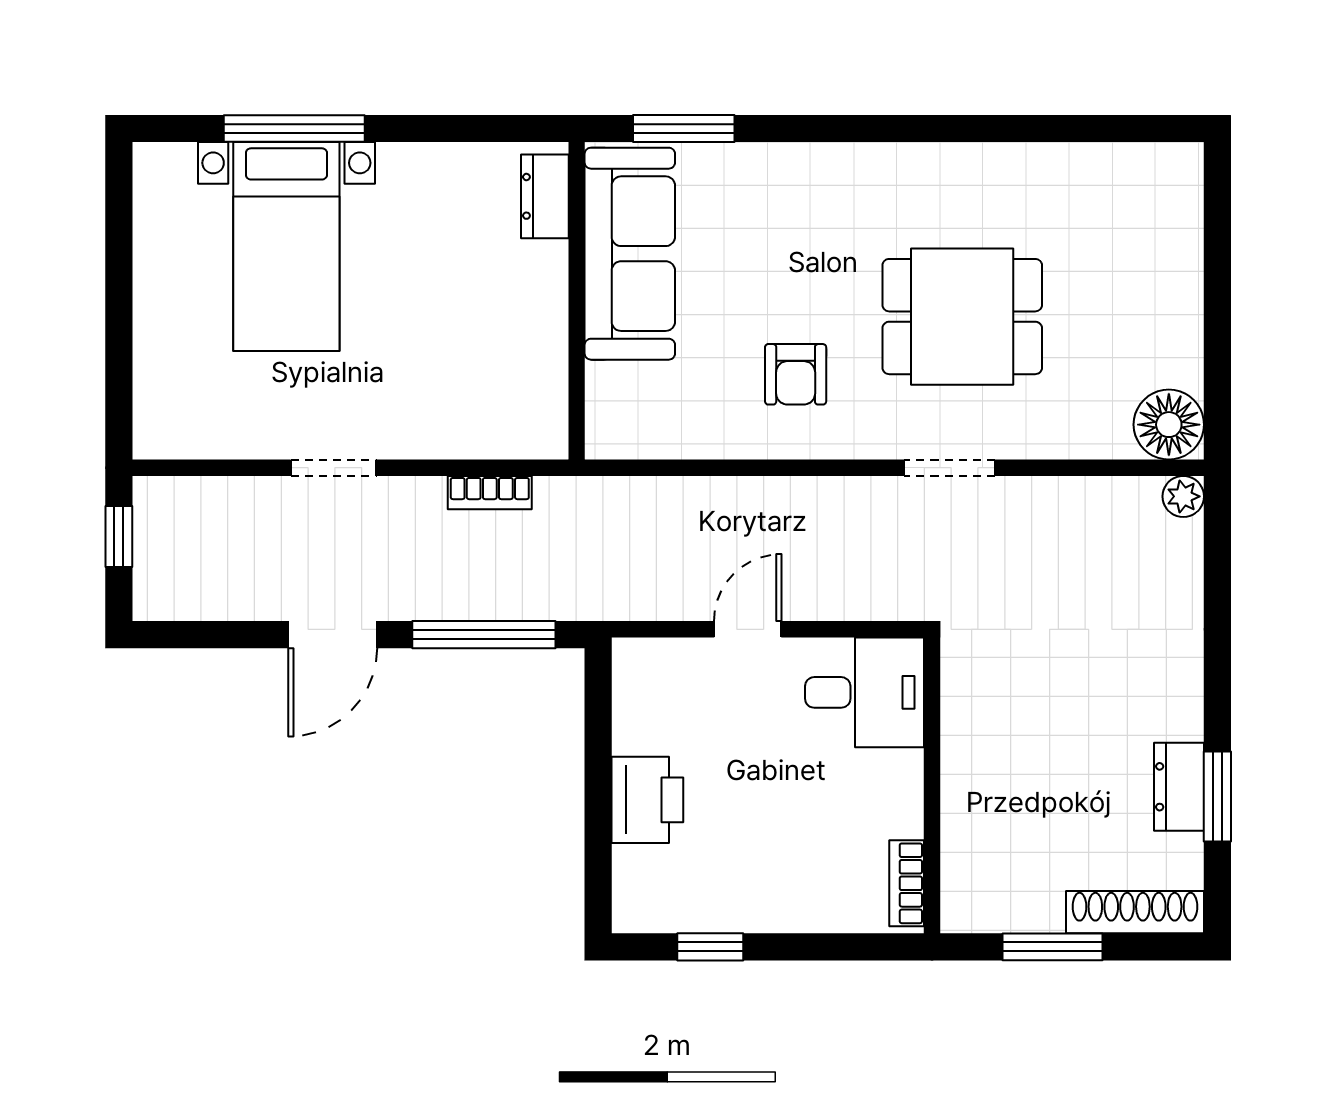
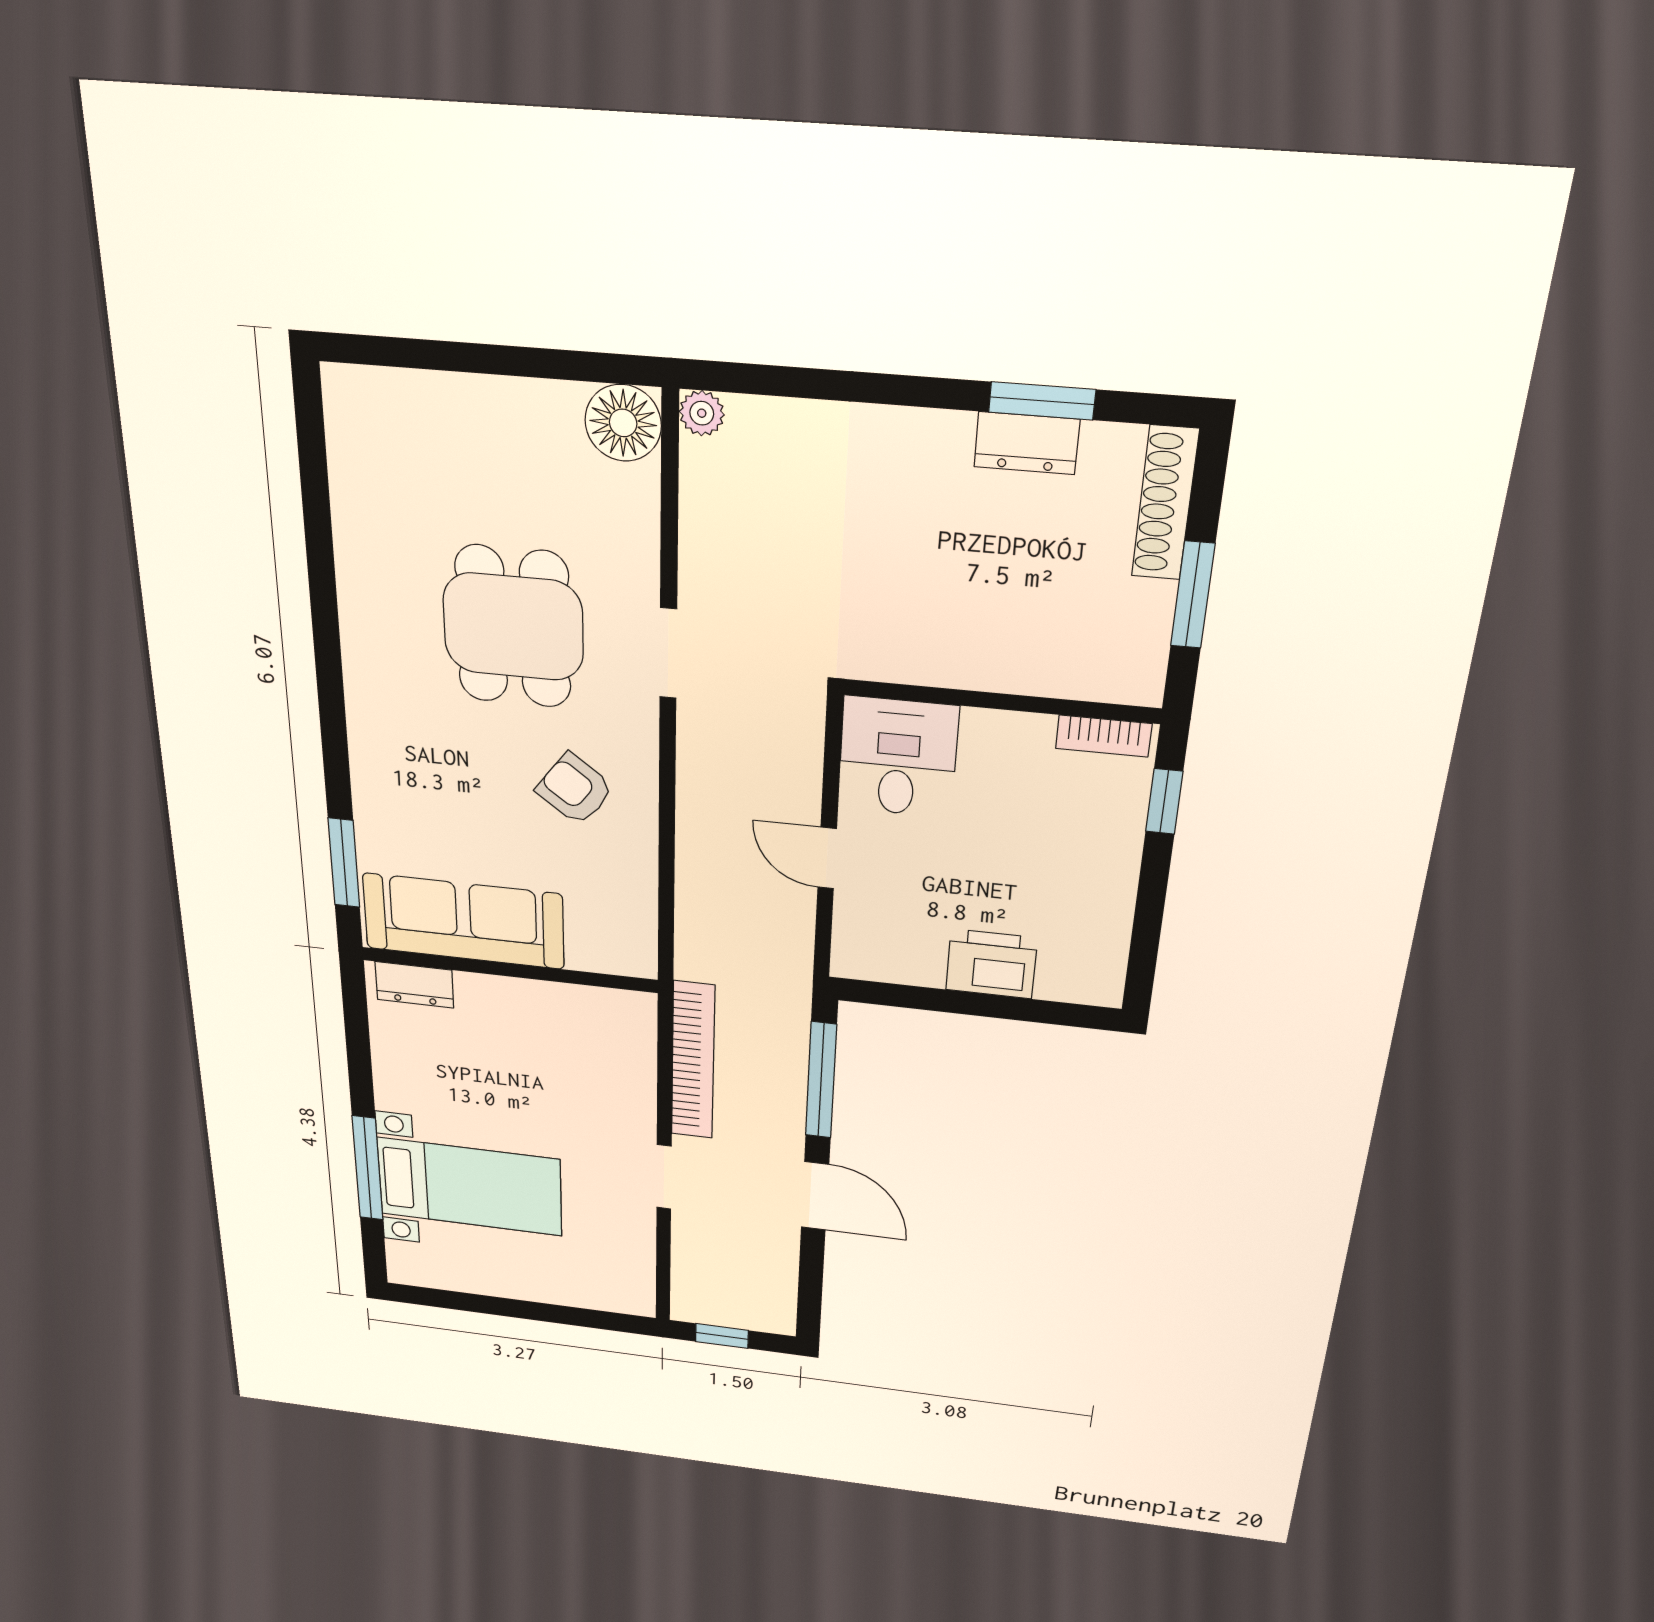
armchair: (796, 374) -> (575, 789), turned -143
bookcase: (490, 493) -> (693, 1061), width x2.31, depth x1.31
window: (710, 947) -> (1164, 801), moved

